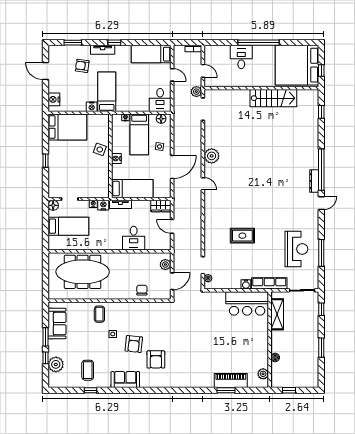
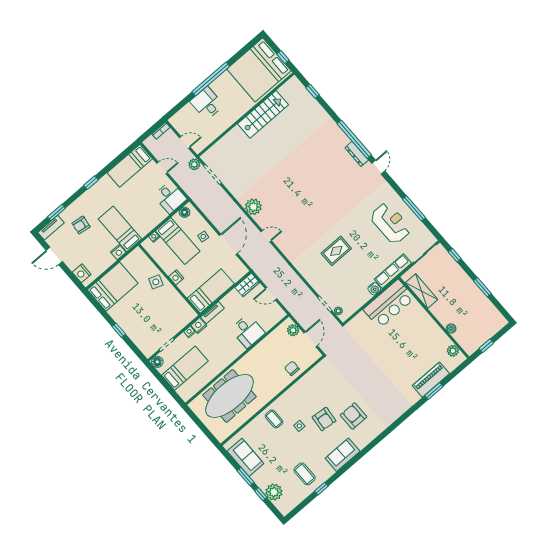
tv unit: (103, 50) -> (51, 228), moved
armchair: (156, 359) -> (354, 416), turned 180

